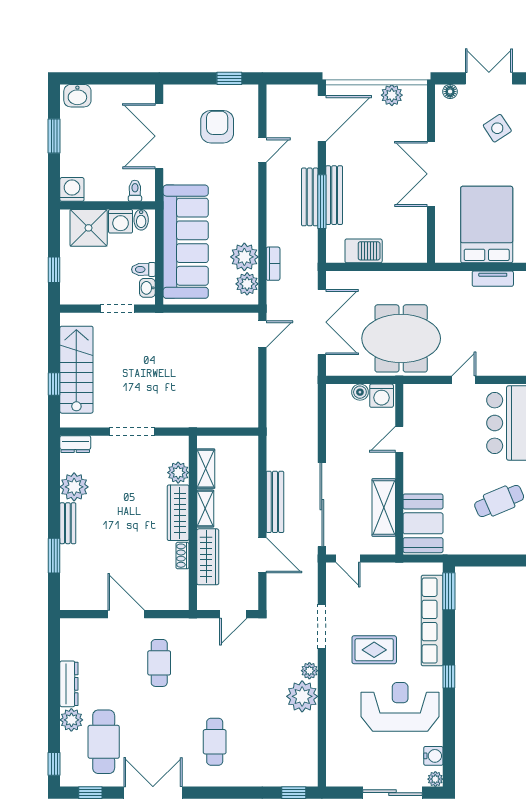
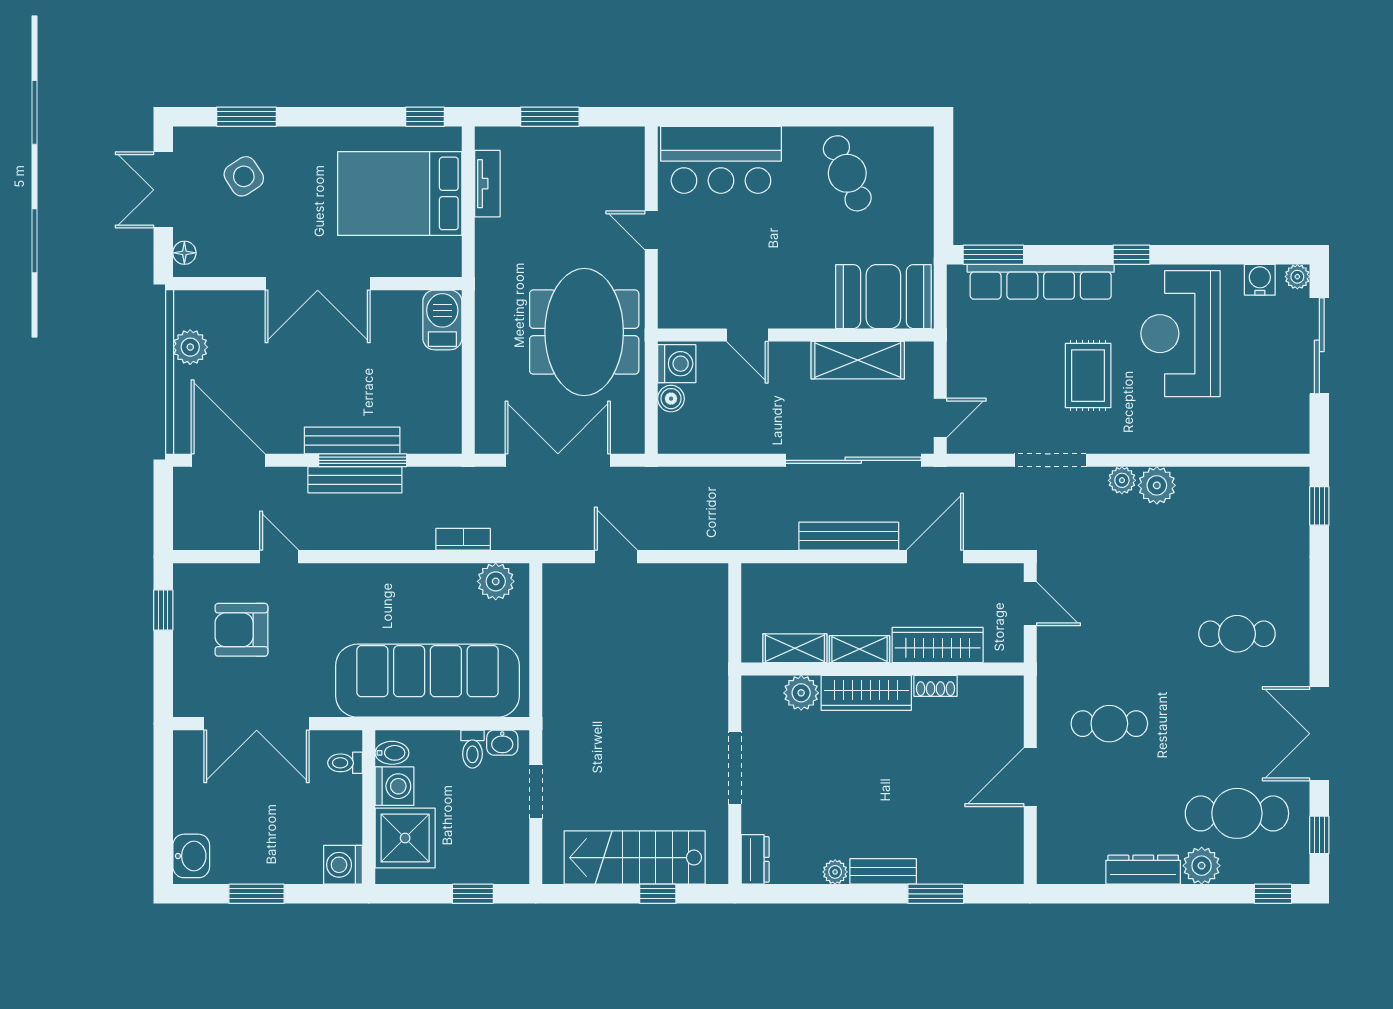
barbecue: (364, 251) -> (442, 320), moved
plant: (244, 257) -> (452, 586), removed
door: (262, 334) -> (616, 557), moved
plant: (74, 487) -> (835, 872), width x0.53, depth x0.53
plant: (302, 696) -> (1157, 485), width x0.73, depth x0.73

